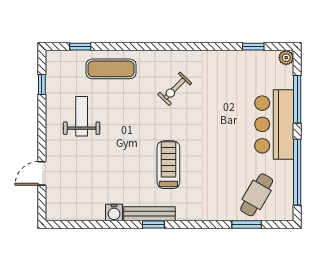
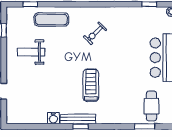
weight bench: (82, 116) -> (31, 52), turned -90
cafe table: (257, 195) -> (151, 106), turned -30

